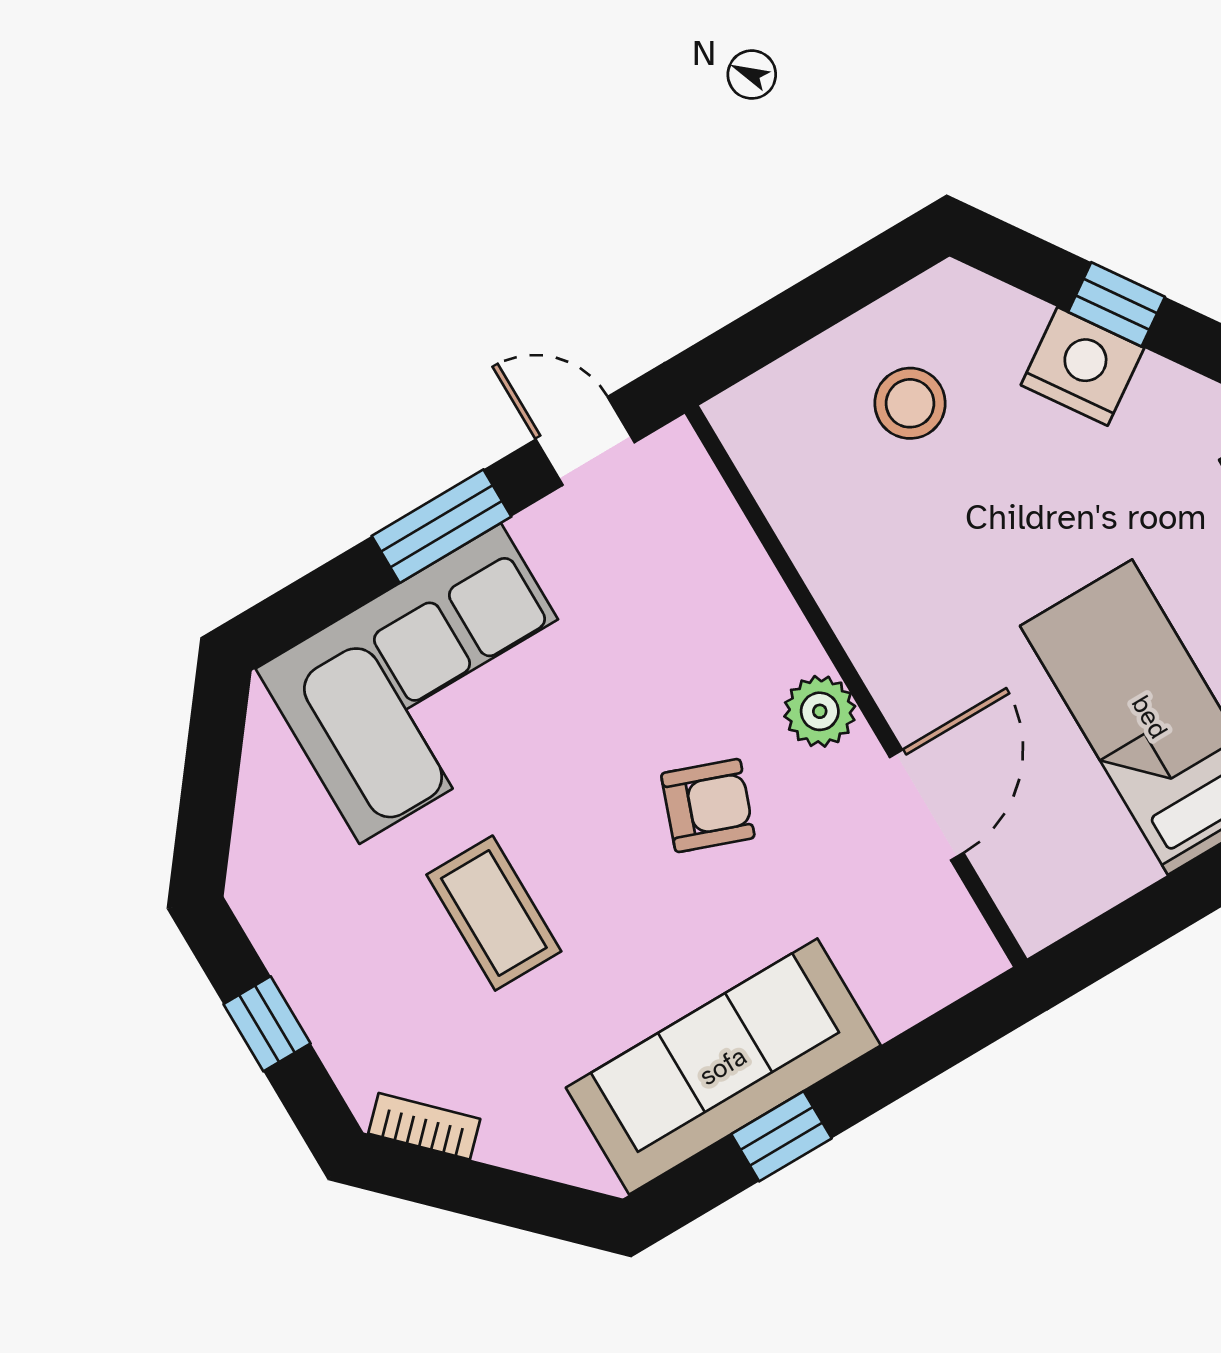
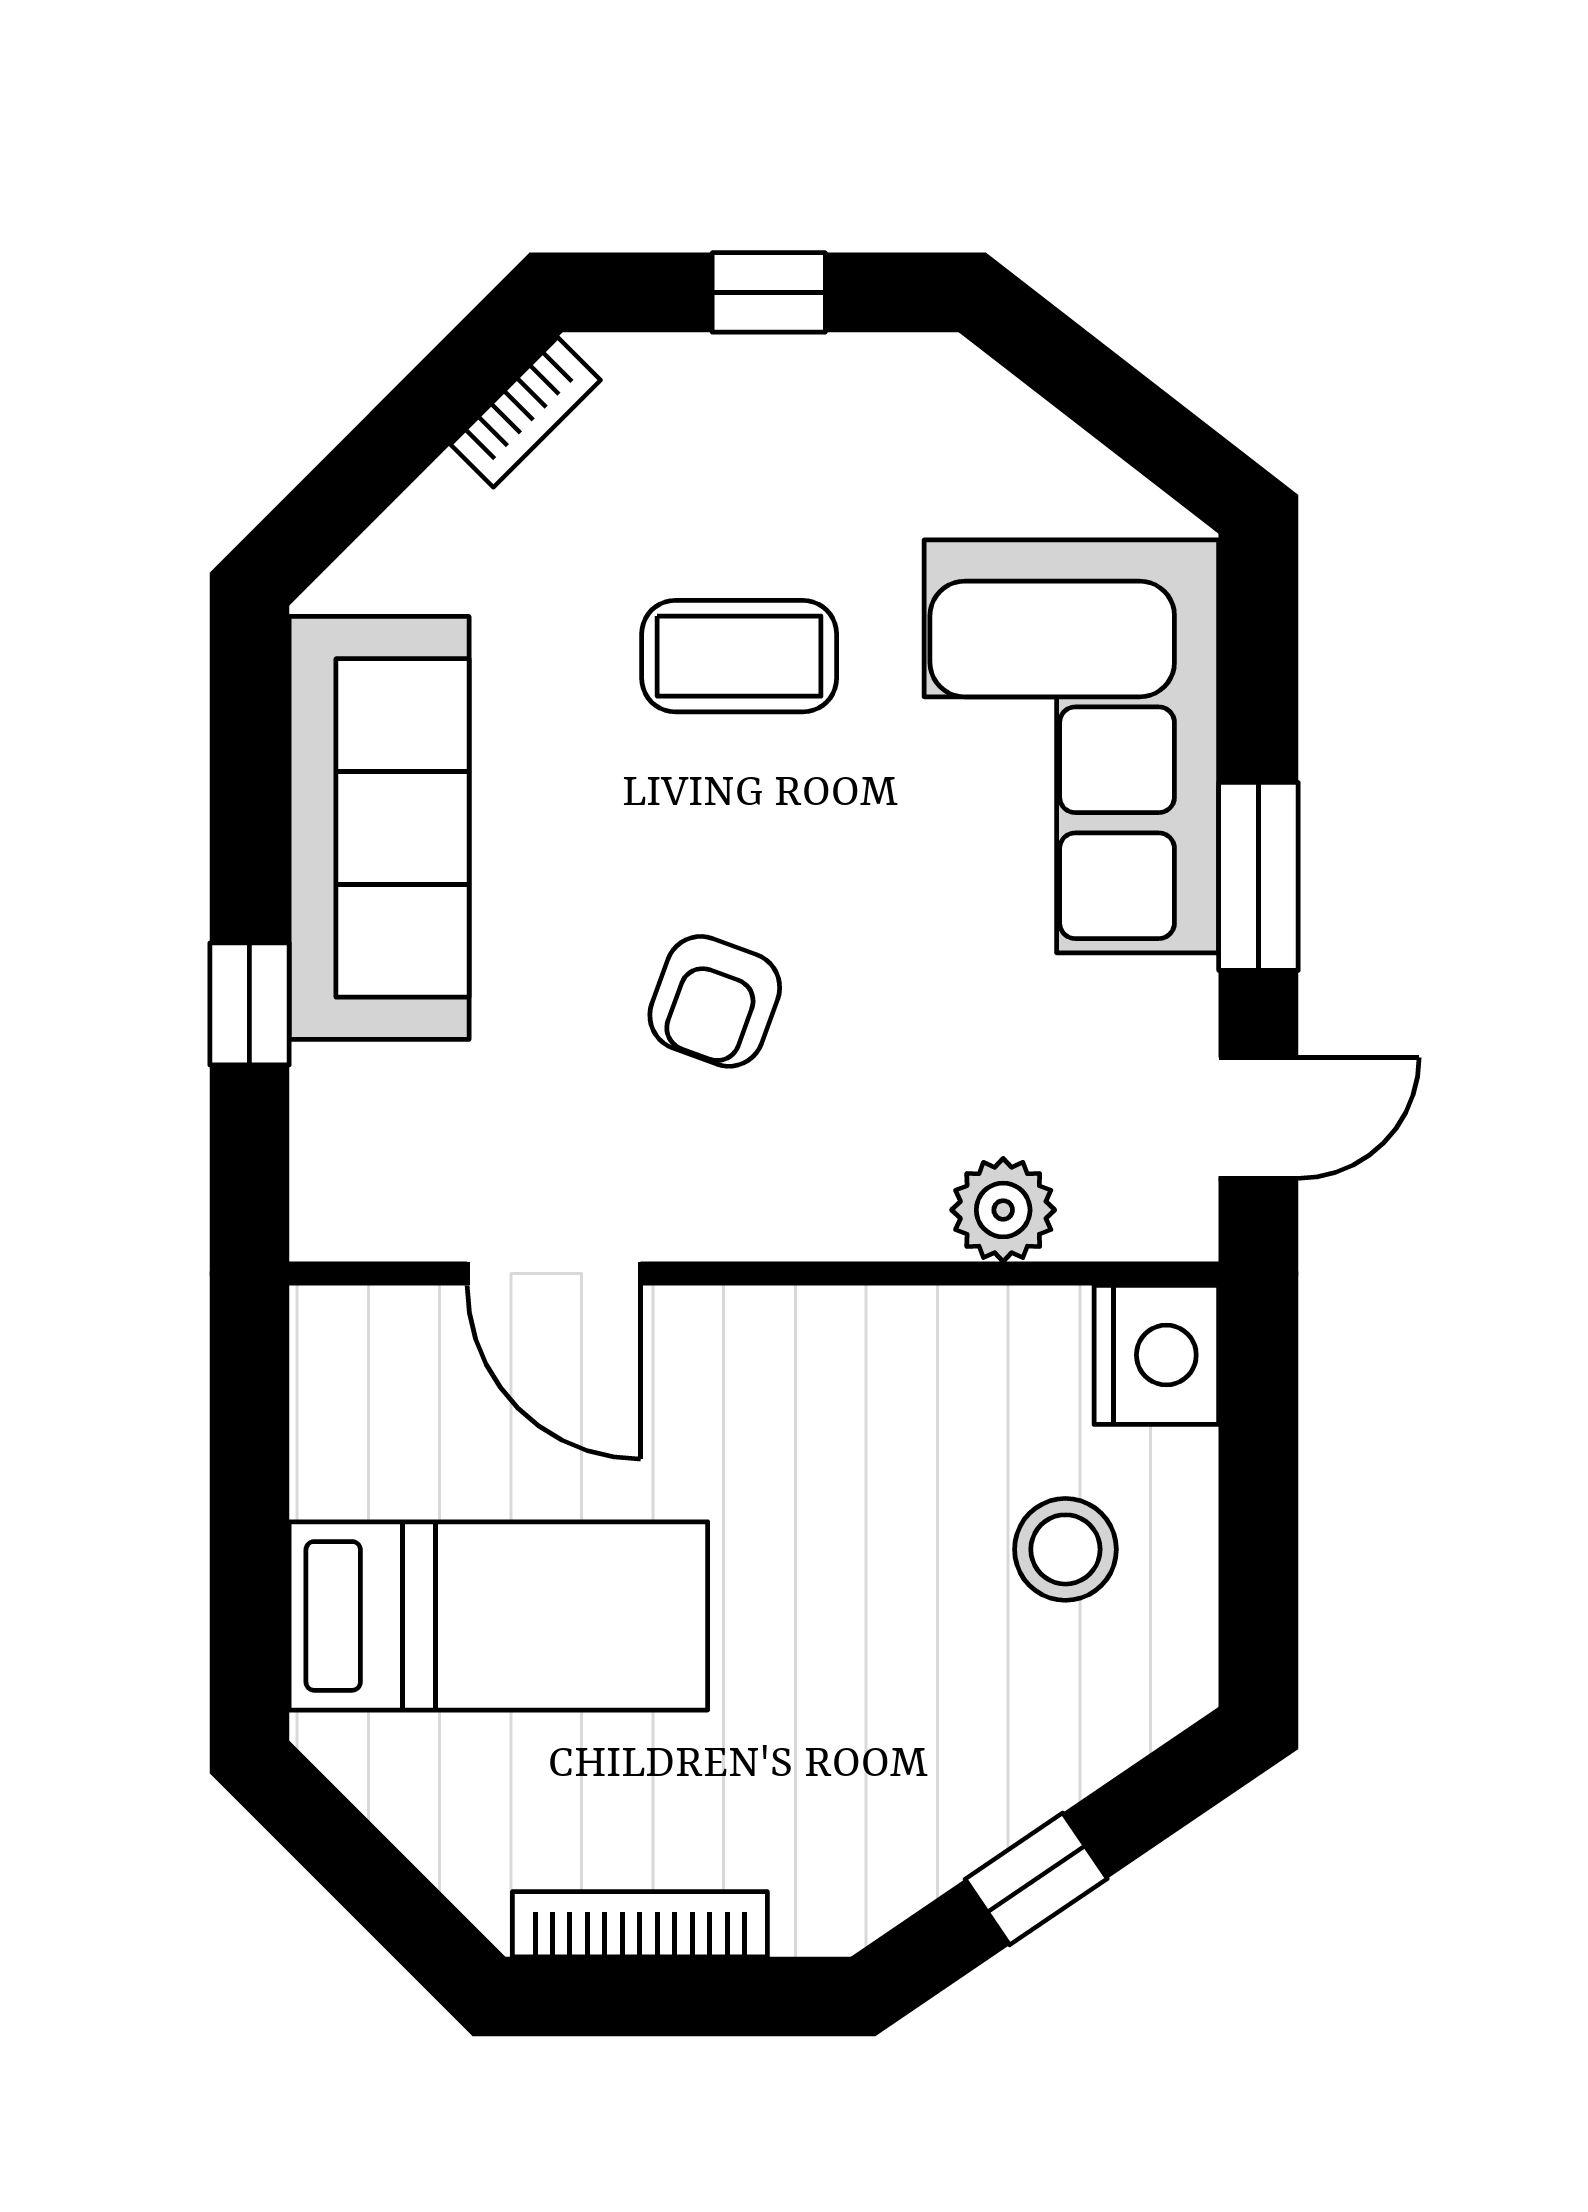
nightstand: (1083, 366) -> (1156, 1355), moved, turned -56
plant: (820, 711) -> (1003, 1210), moved
window: (781, 1136) -> (249, 1004), moved

